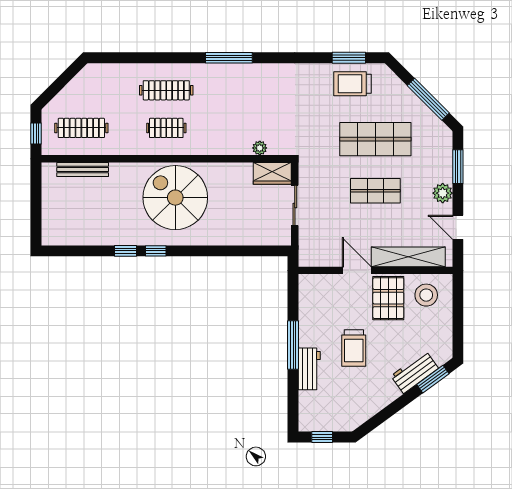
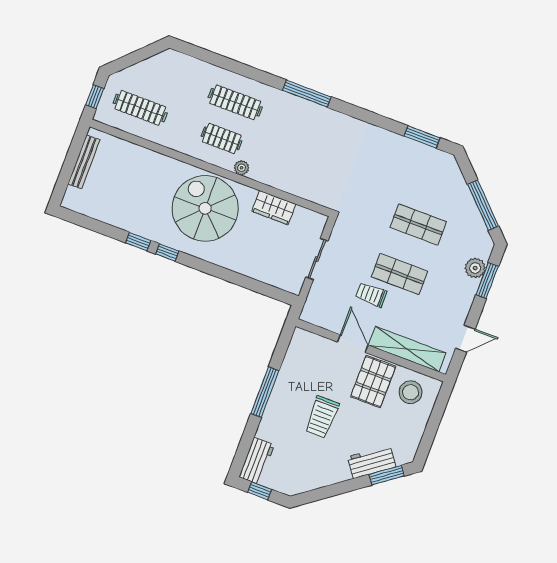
trolley: (353, 84) -> (371, 295), moved, width x0.73, depth x0.72
shop shelf: (375, 139) -> (418, 224), width x0.70, depth x0.74
plant: (260, 148) -> (242, 168), moved
bench: (83, 170) -> (84, 162), moved, turned 90
wardrobe: (272, 173) -> (274, 208), moved
plant: (443, 193) -> (475, 268), moved
door: (458, 227) -> (465, 339), swing flipped
workbench: (309, 369) -> (257, 461), moved

